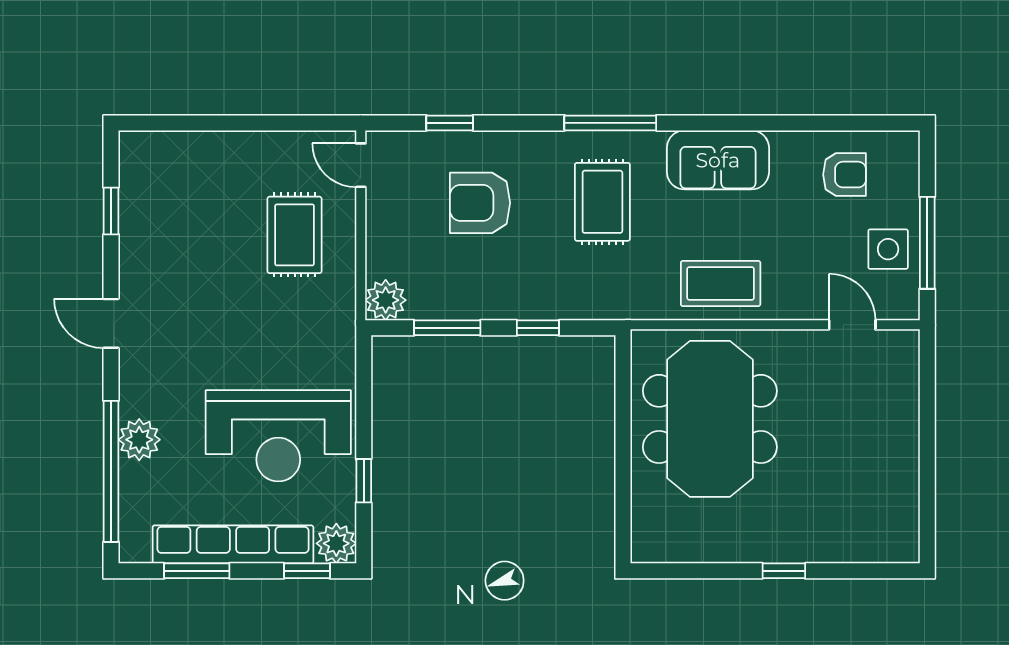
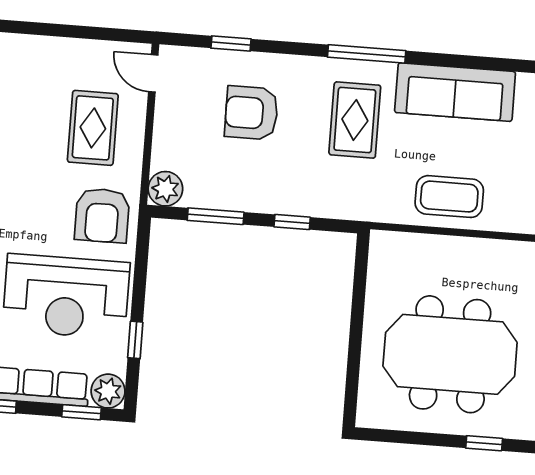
sofa: (718, 160) -> (455, 92), width x1.36
armchair: (313, 337) -> (102, 215), added
meeting table: (710, 419) -> (450, 354), moved, turned 90

